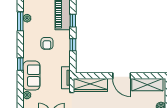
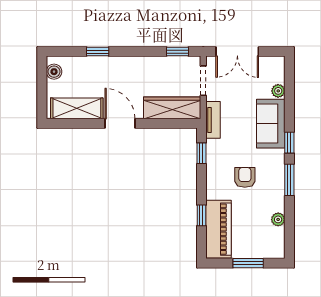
window: (20, 21) -> (289, 180), moved
window: (73, 45) -> (201, 153), moved

